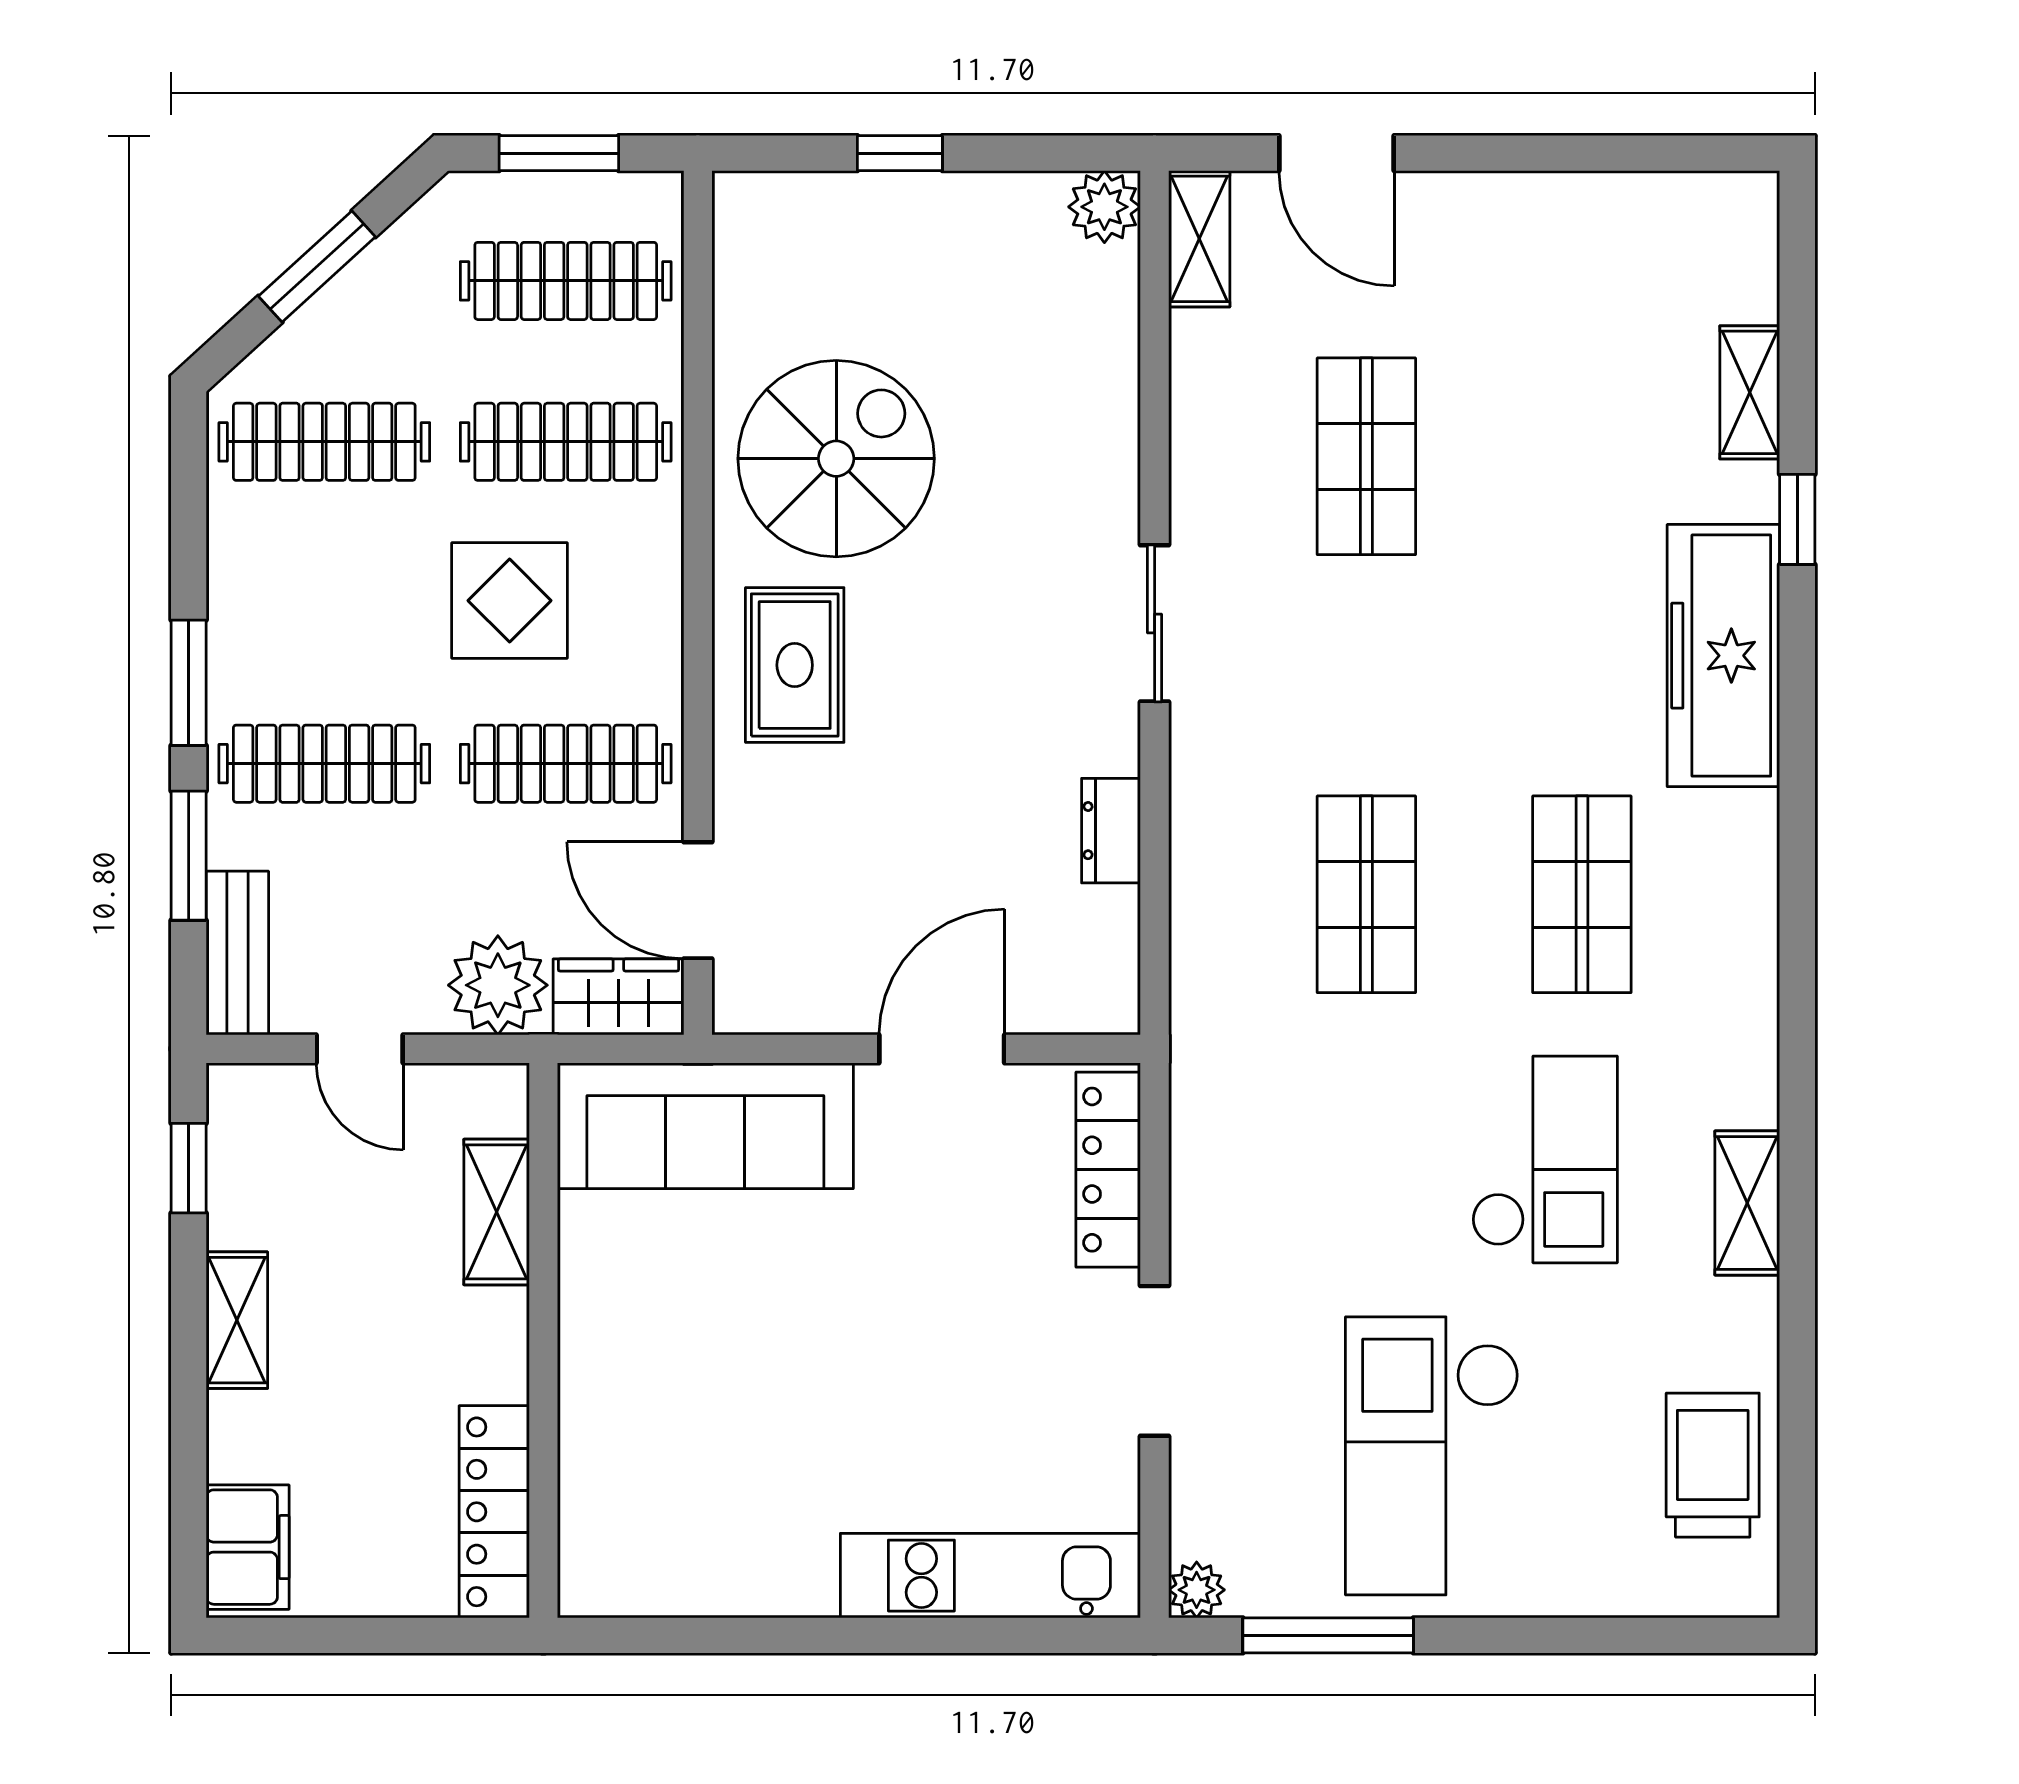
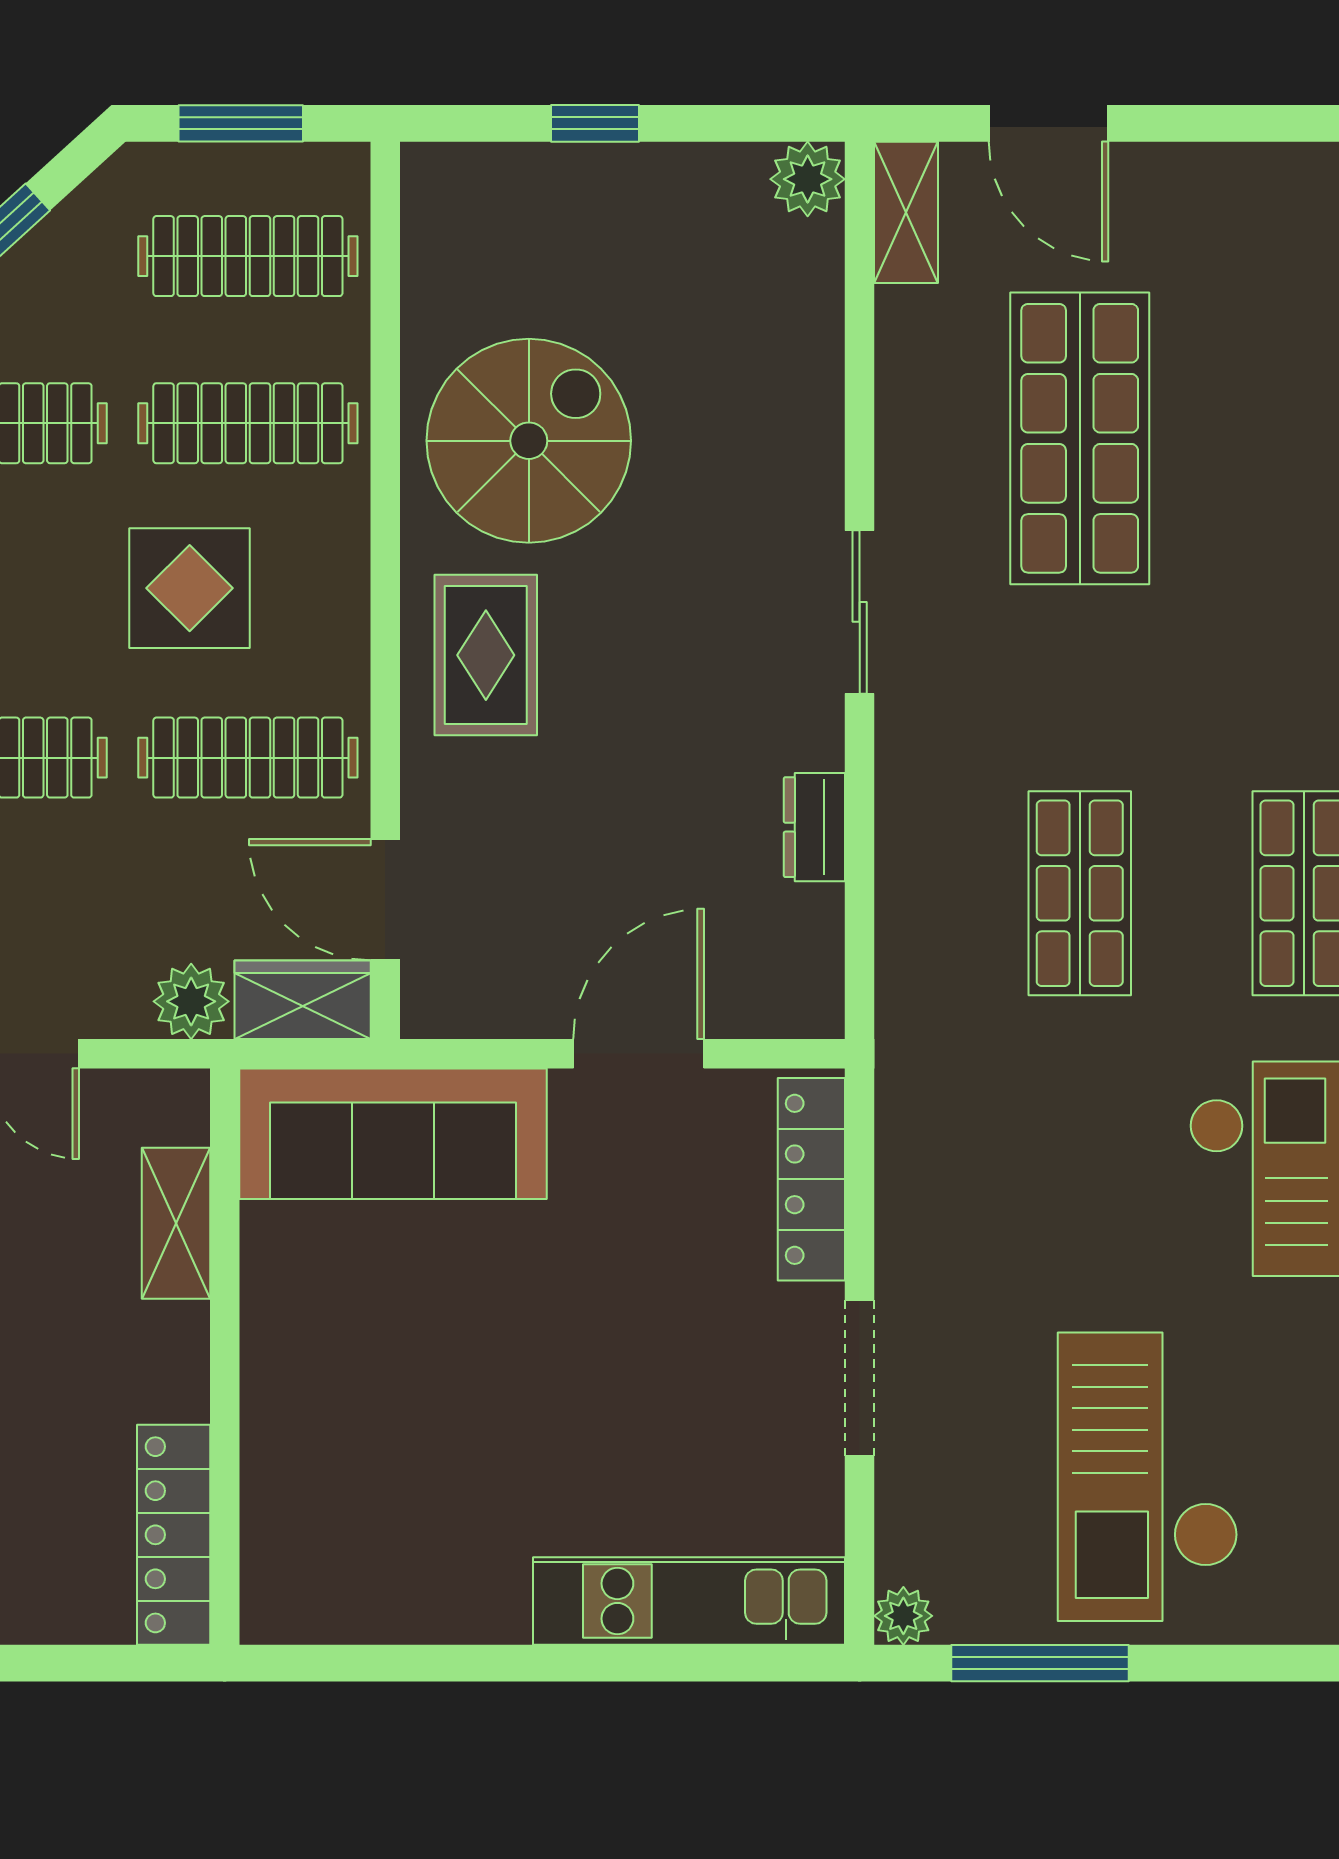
shop shelf: (1366, 456) -> (1080, 438), width x1.43, depth x1.36
plant: (498, 985) -> (191, 1001), width x0.73, depth x0.73

